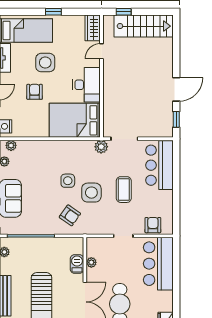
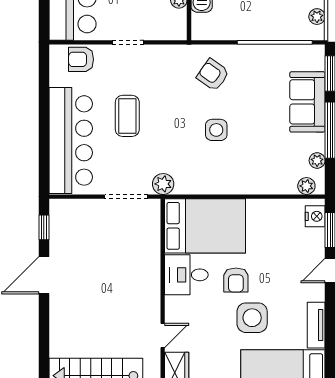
desk: (87, 85) -> (186, 275), width x0.73
armchair: (35, 92) -> (236, 280), moved
bar counter: (159, 165) -> (71, 140), width x1.36
side table: (91, 193) -> (179, 111), removed
armchair: (153, 225) -> (81, 59), turned 90

